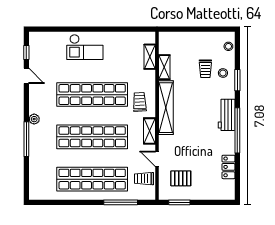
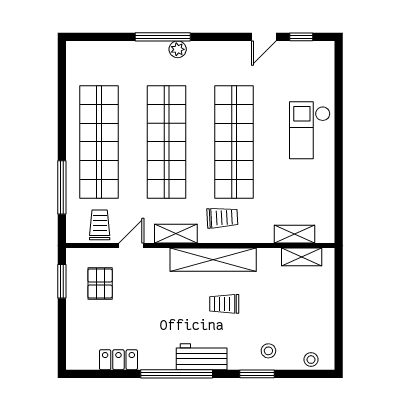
shelving: (164, 67) -> (302, 257), moved
trolley: (205, 69) -> (224, 304), moved
plant: (34, 119) -> (178, 49), moved

